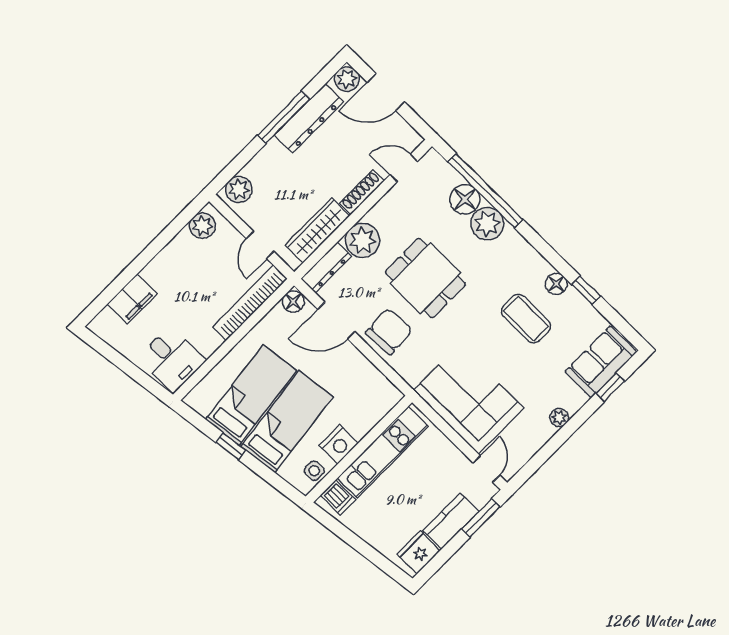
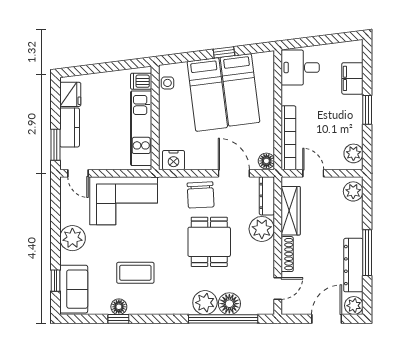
window: (148, 255) -> (367, 110), added
dining table: (425, 278) -> (209, 242), turned 90
floor lamp: (556, 284) -> (119, 307), moved
door: (336, 321) -> (234, 173), hinge flipped
plant: (559, 418) -> (72, 238), width x1.88, depth x1.88
nightstand: (339, 445) -> (173, 160), moved, turned -90

